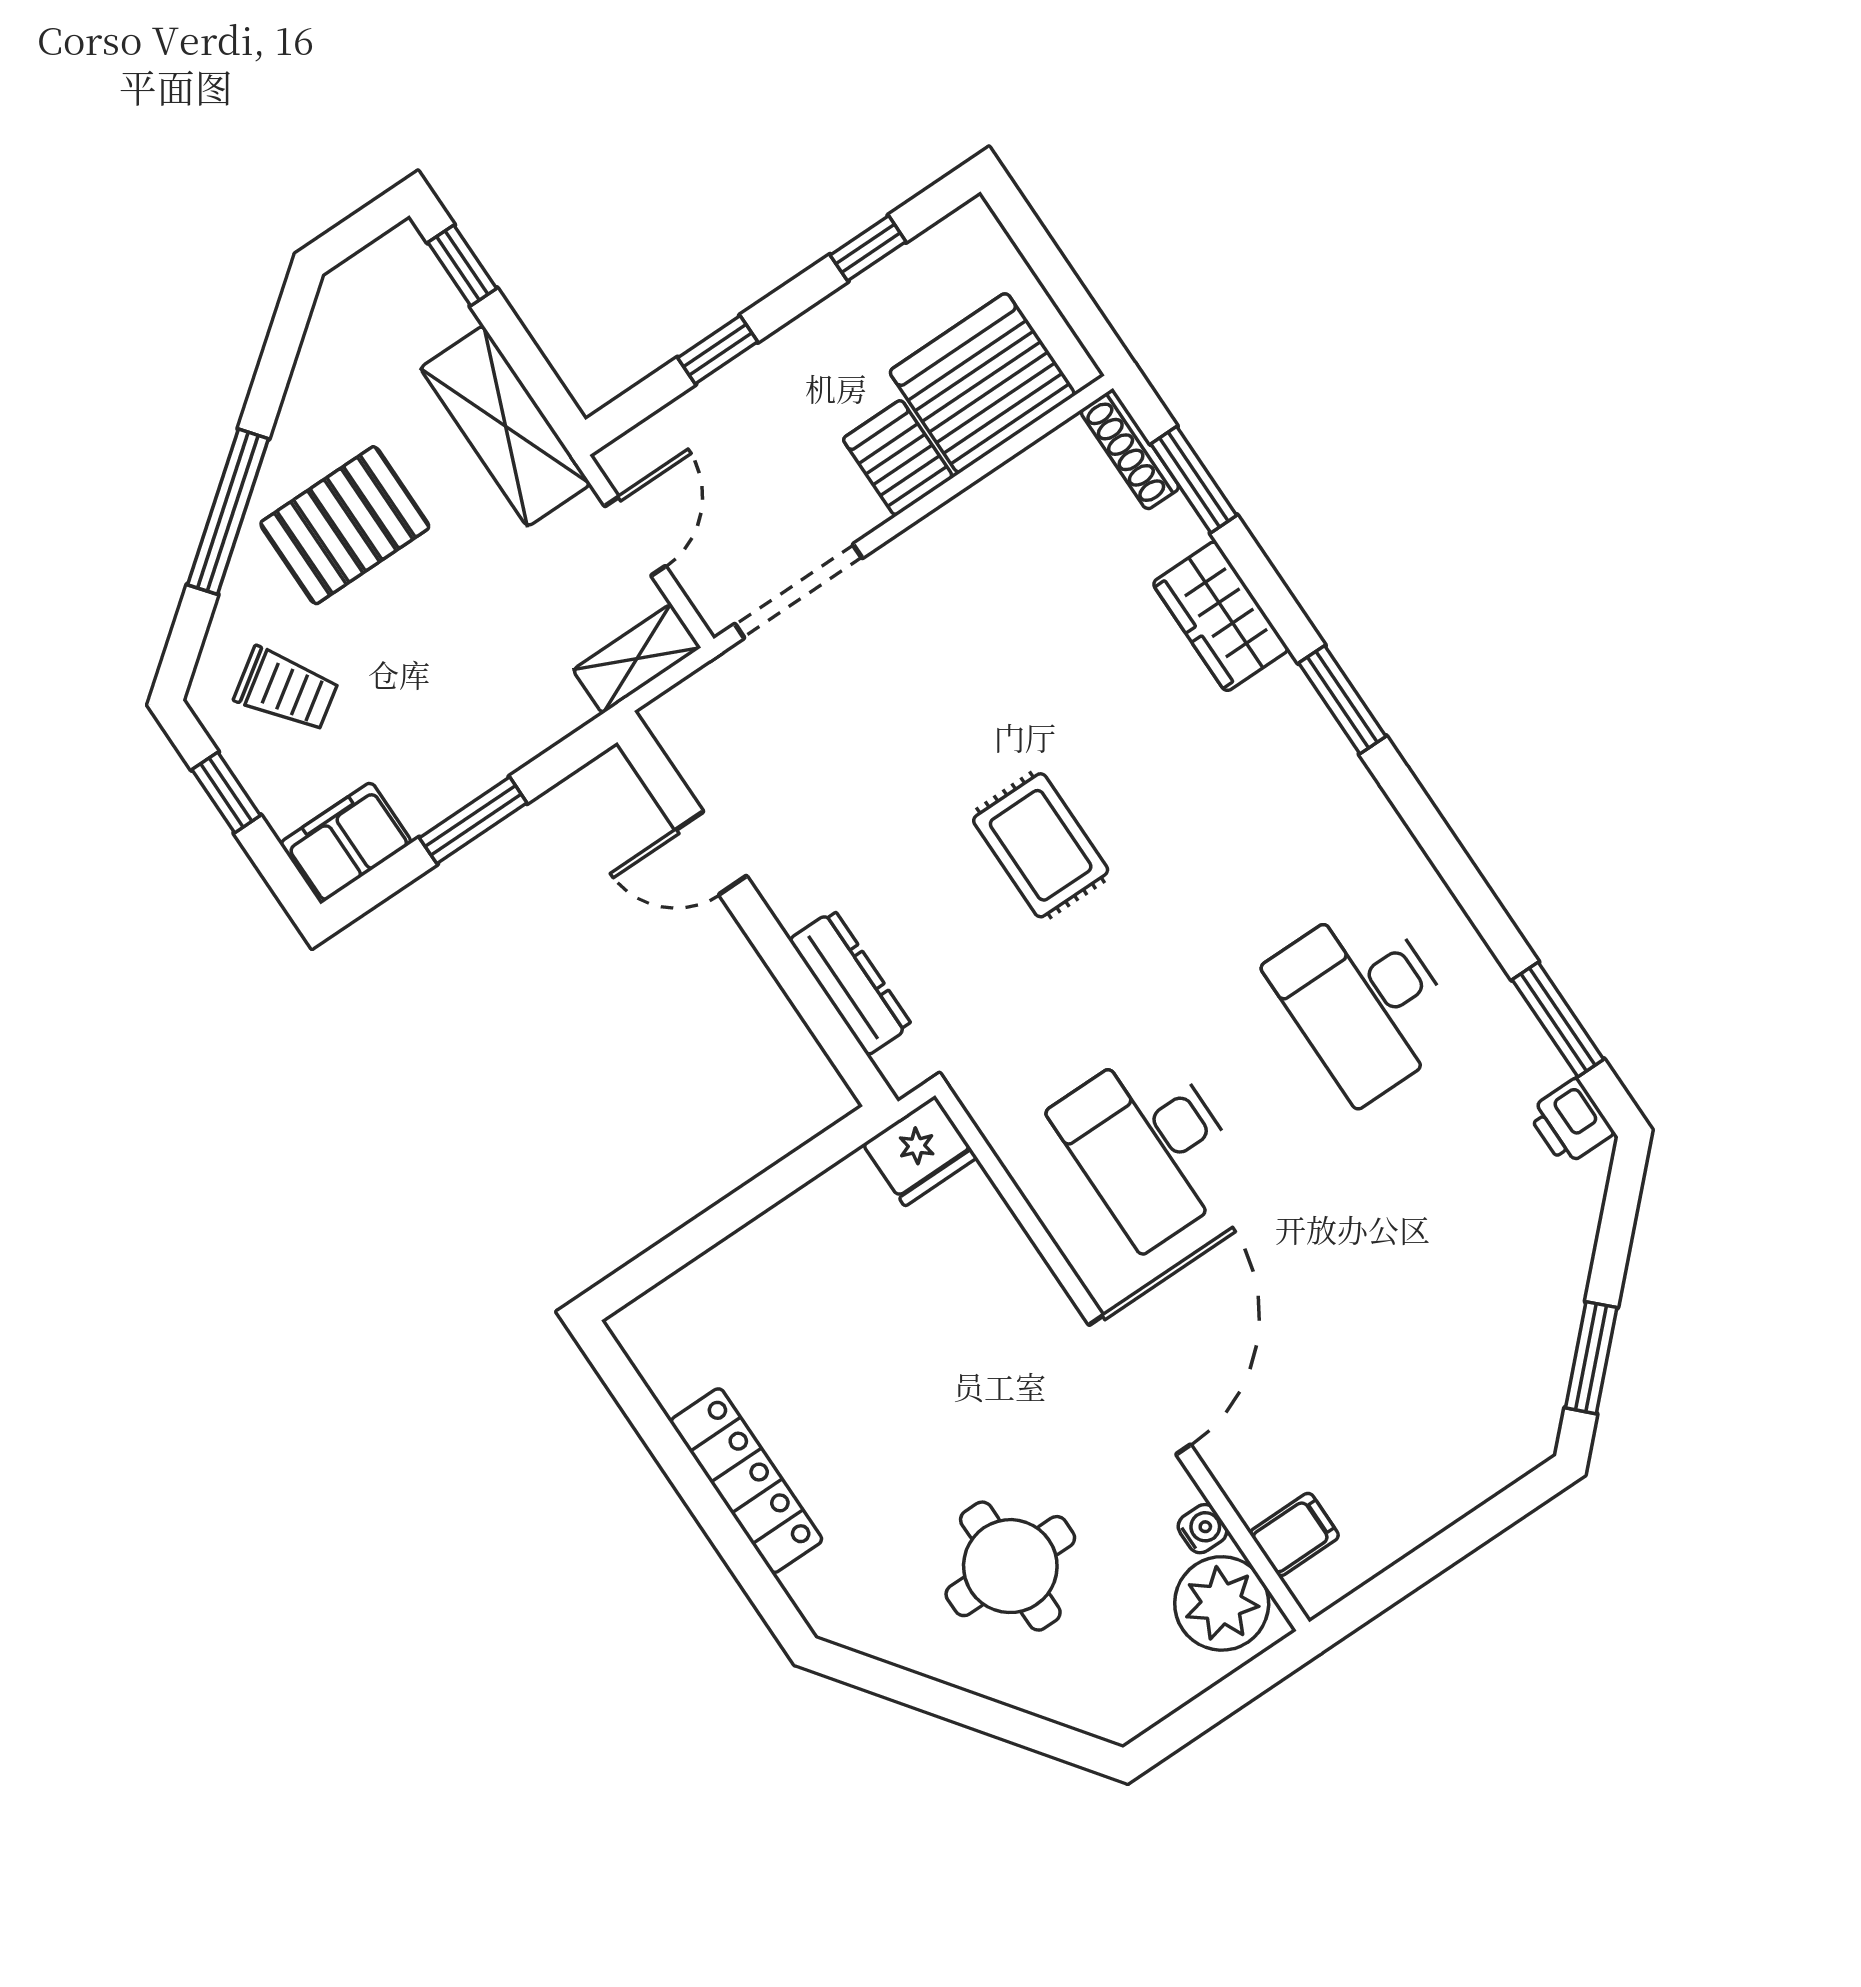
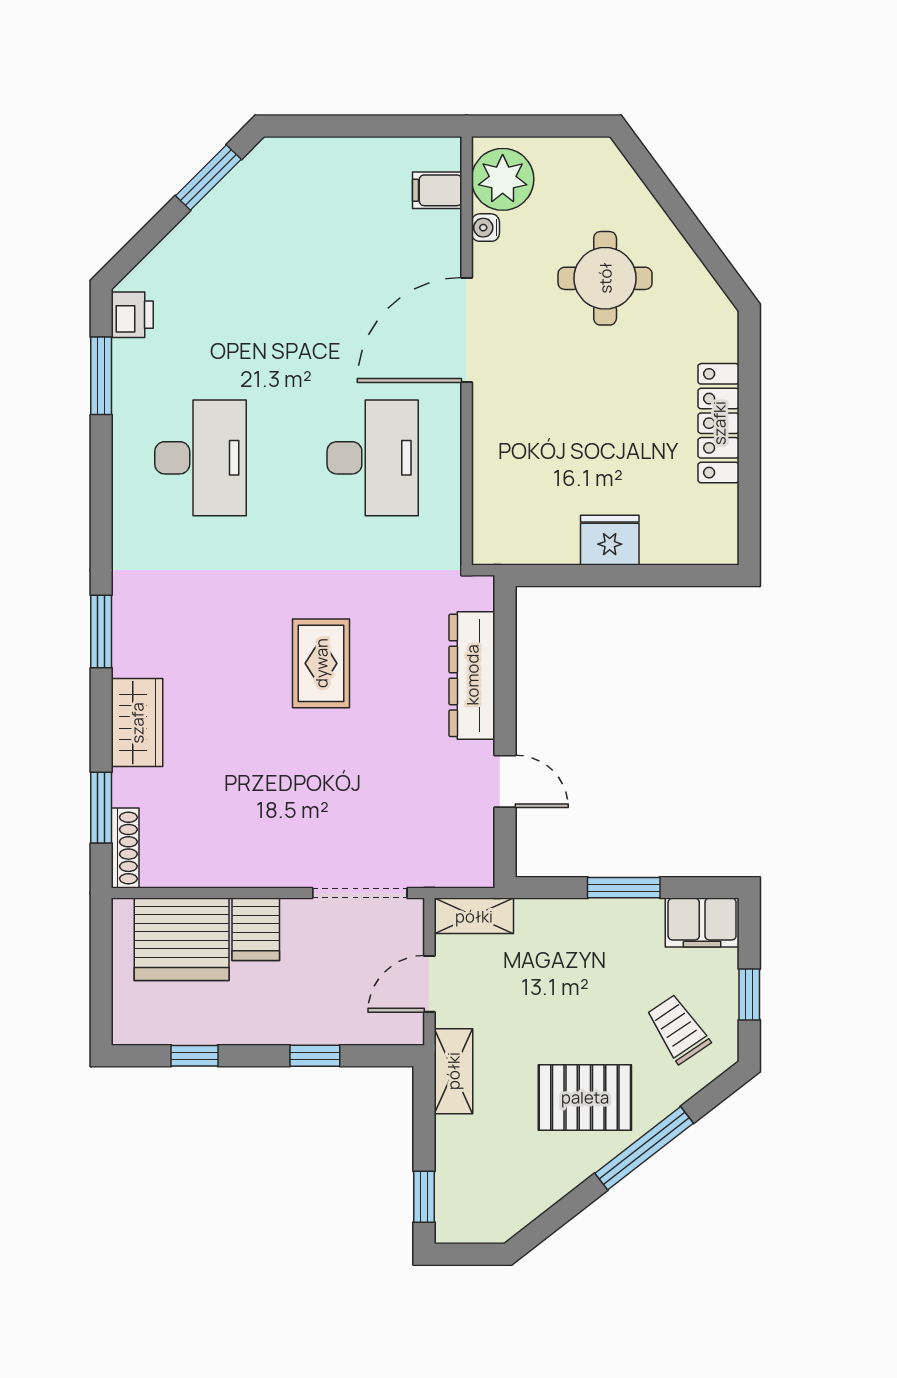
shelving: (505, 426) -> (453, 1071), width x0.67, depth x0.75
dresser: (851, 983) -> (472, 675), width x1.37, depth x1.24
fridge: (920, 1151) -> (610, 540), moved

